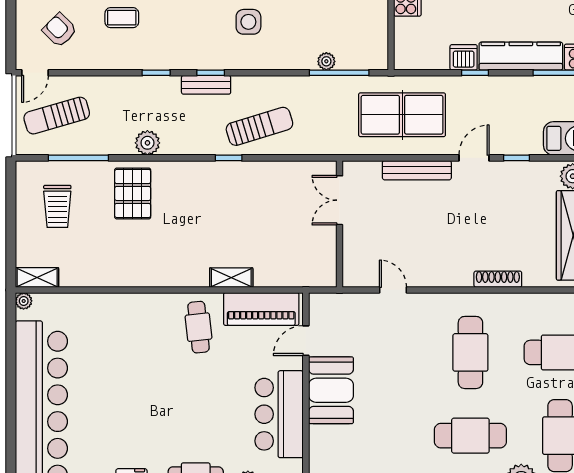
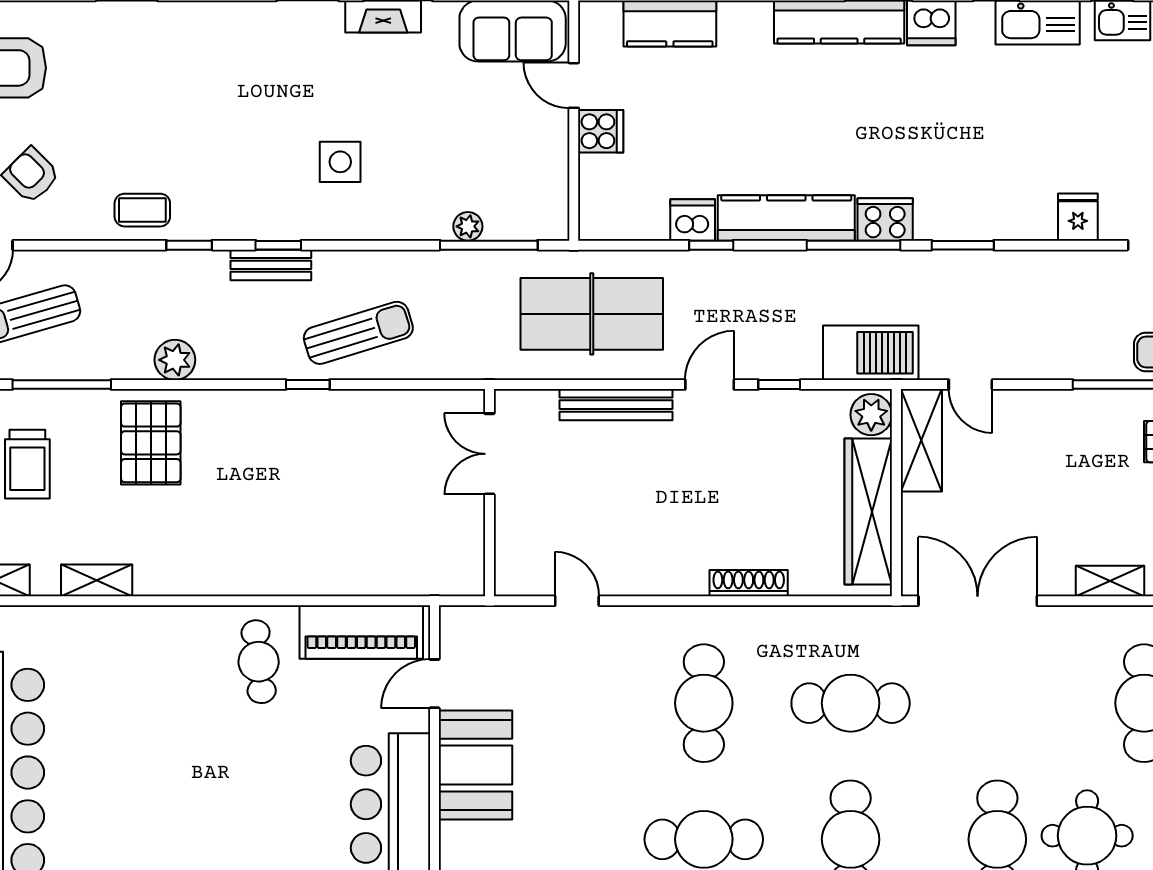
coffee table: (122, 18) -> (142, 210), moved
shelving: (231, 278) -> (97, 580), moved

